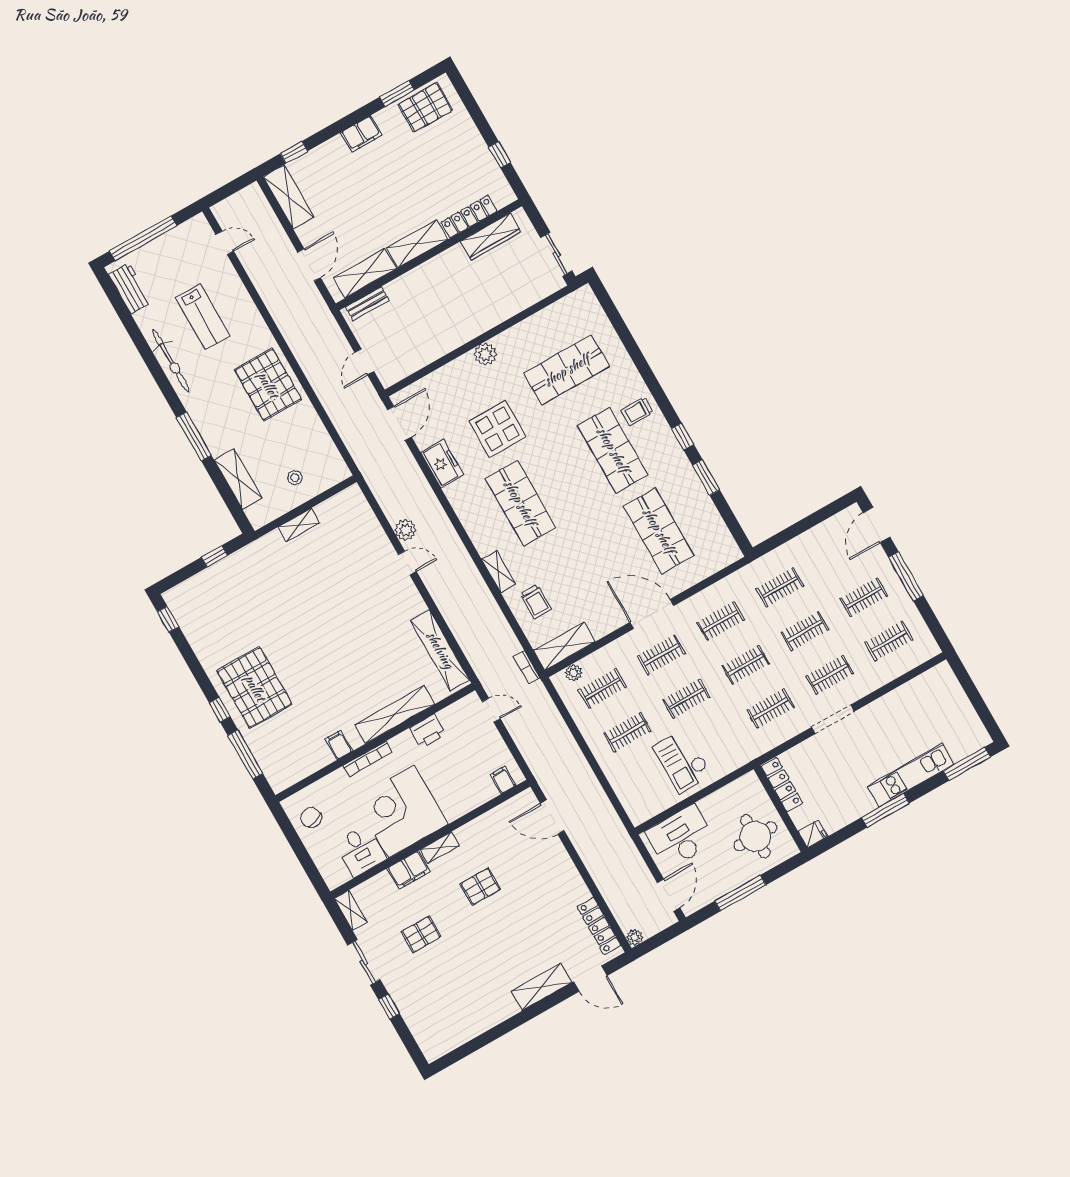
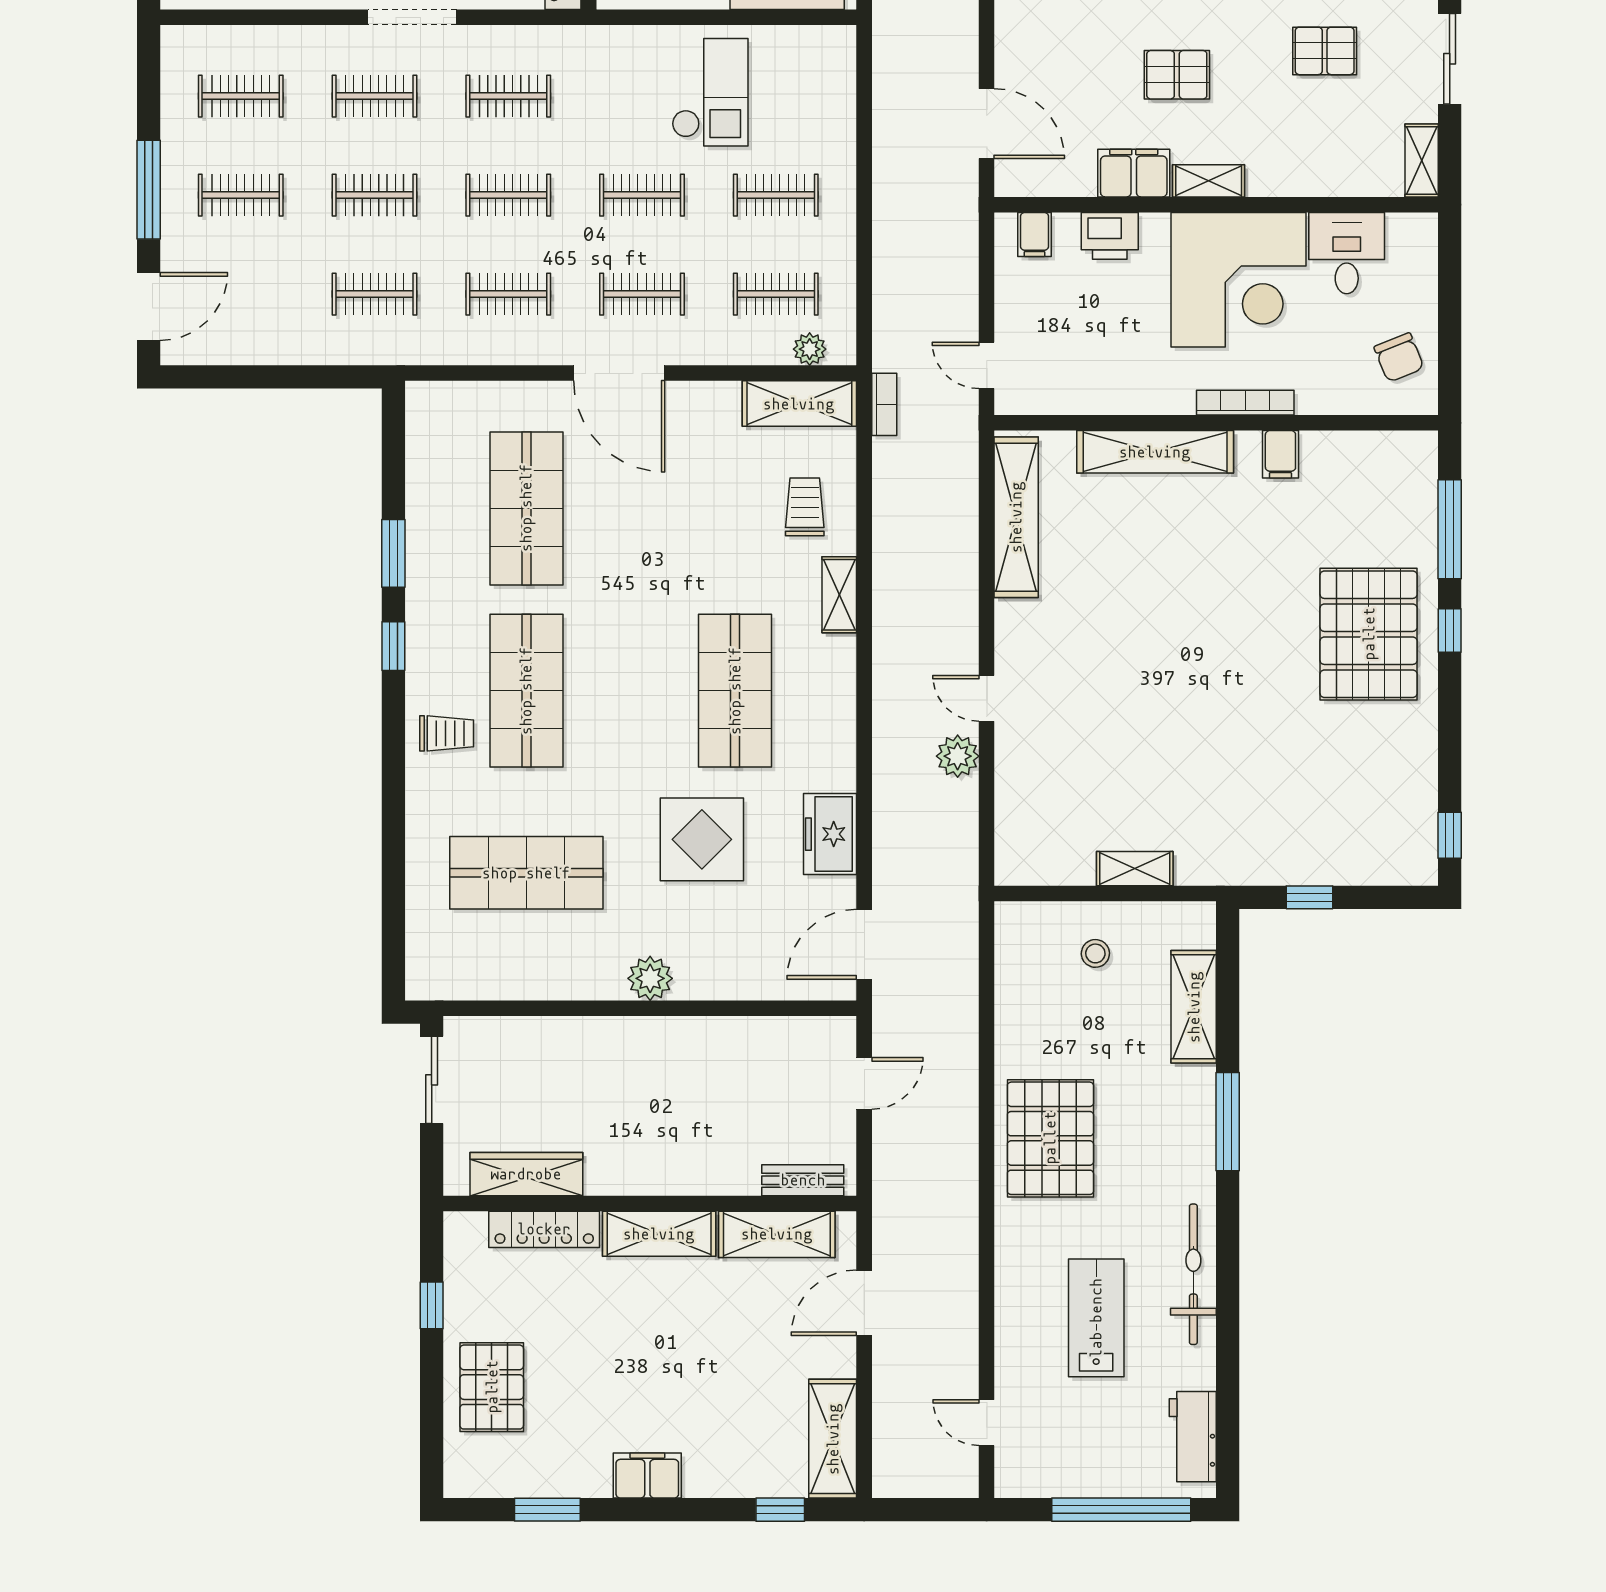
pallet: (425, 107) -> (492, 1387), moved, turned 90
printer: (428, 731) -> (1110, 236), moved, turned 180
filing cabinet: (409, 870) -> (1134, 173), moved

